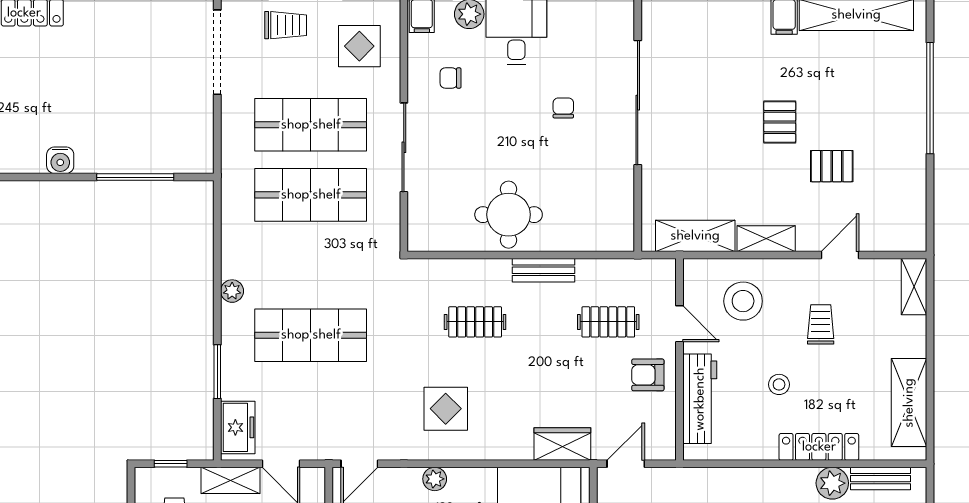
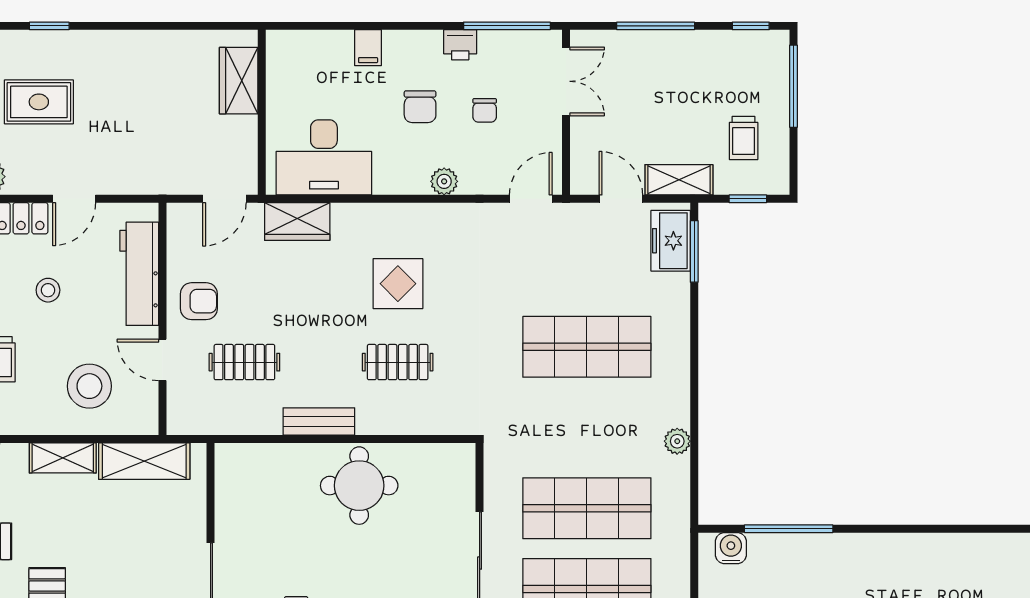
water cooler: (60, 160) -> (731, 548), moved
plant: (232, 291) -> (677, 441), moved
window: (217, 372) -> (694, 251), moved
display table: (446, 409) -> (398, 284), moved
door: (756, 464) -> (74, 199), added

